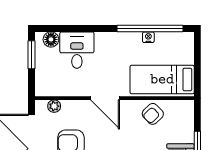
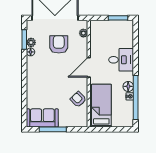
floor lamp: (51, 39) -> (128, 86), moved
desk: (77, 50) -> (121, 60), moved

